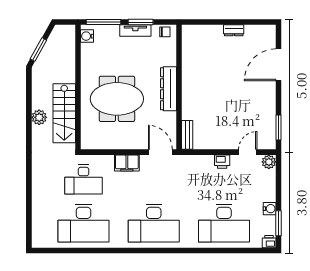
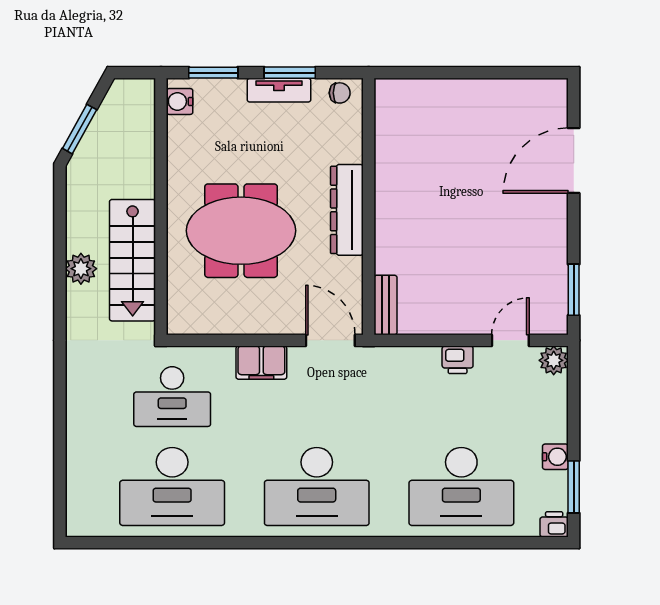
window: (103, 22) -> (213, 73), width x0.69
dresser: (234, 30) -> (481, 90), removed

